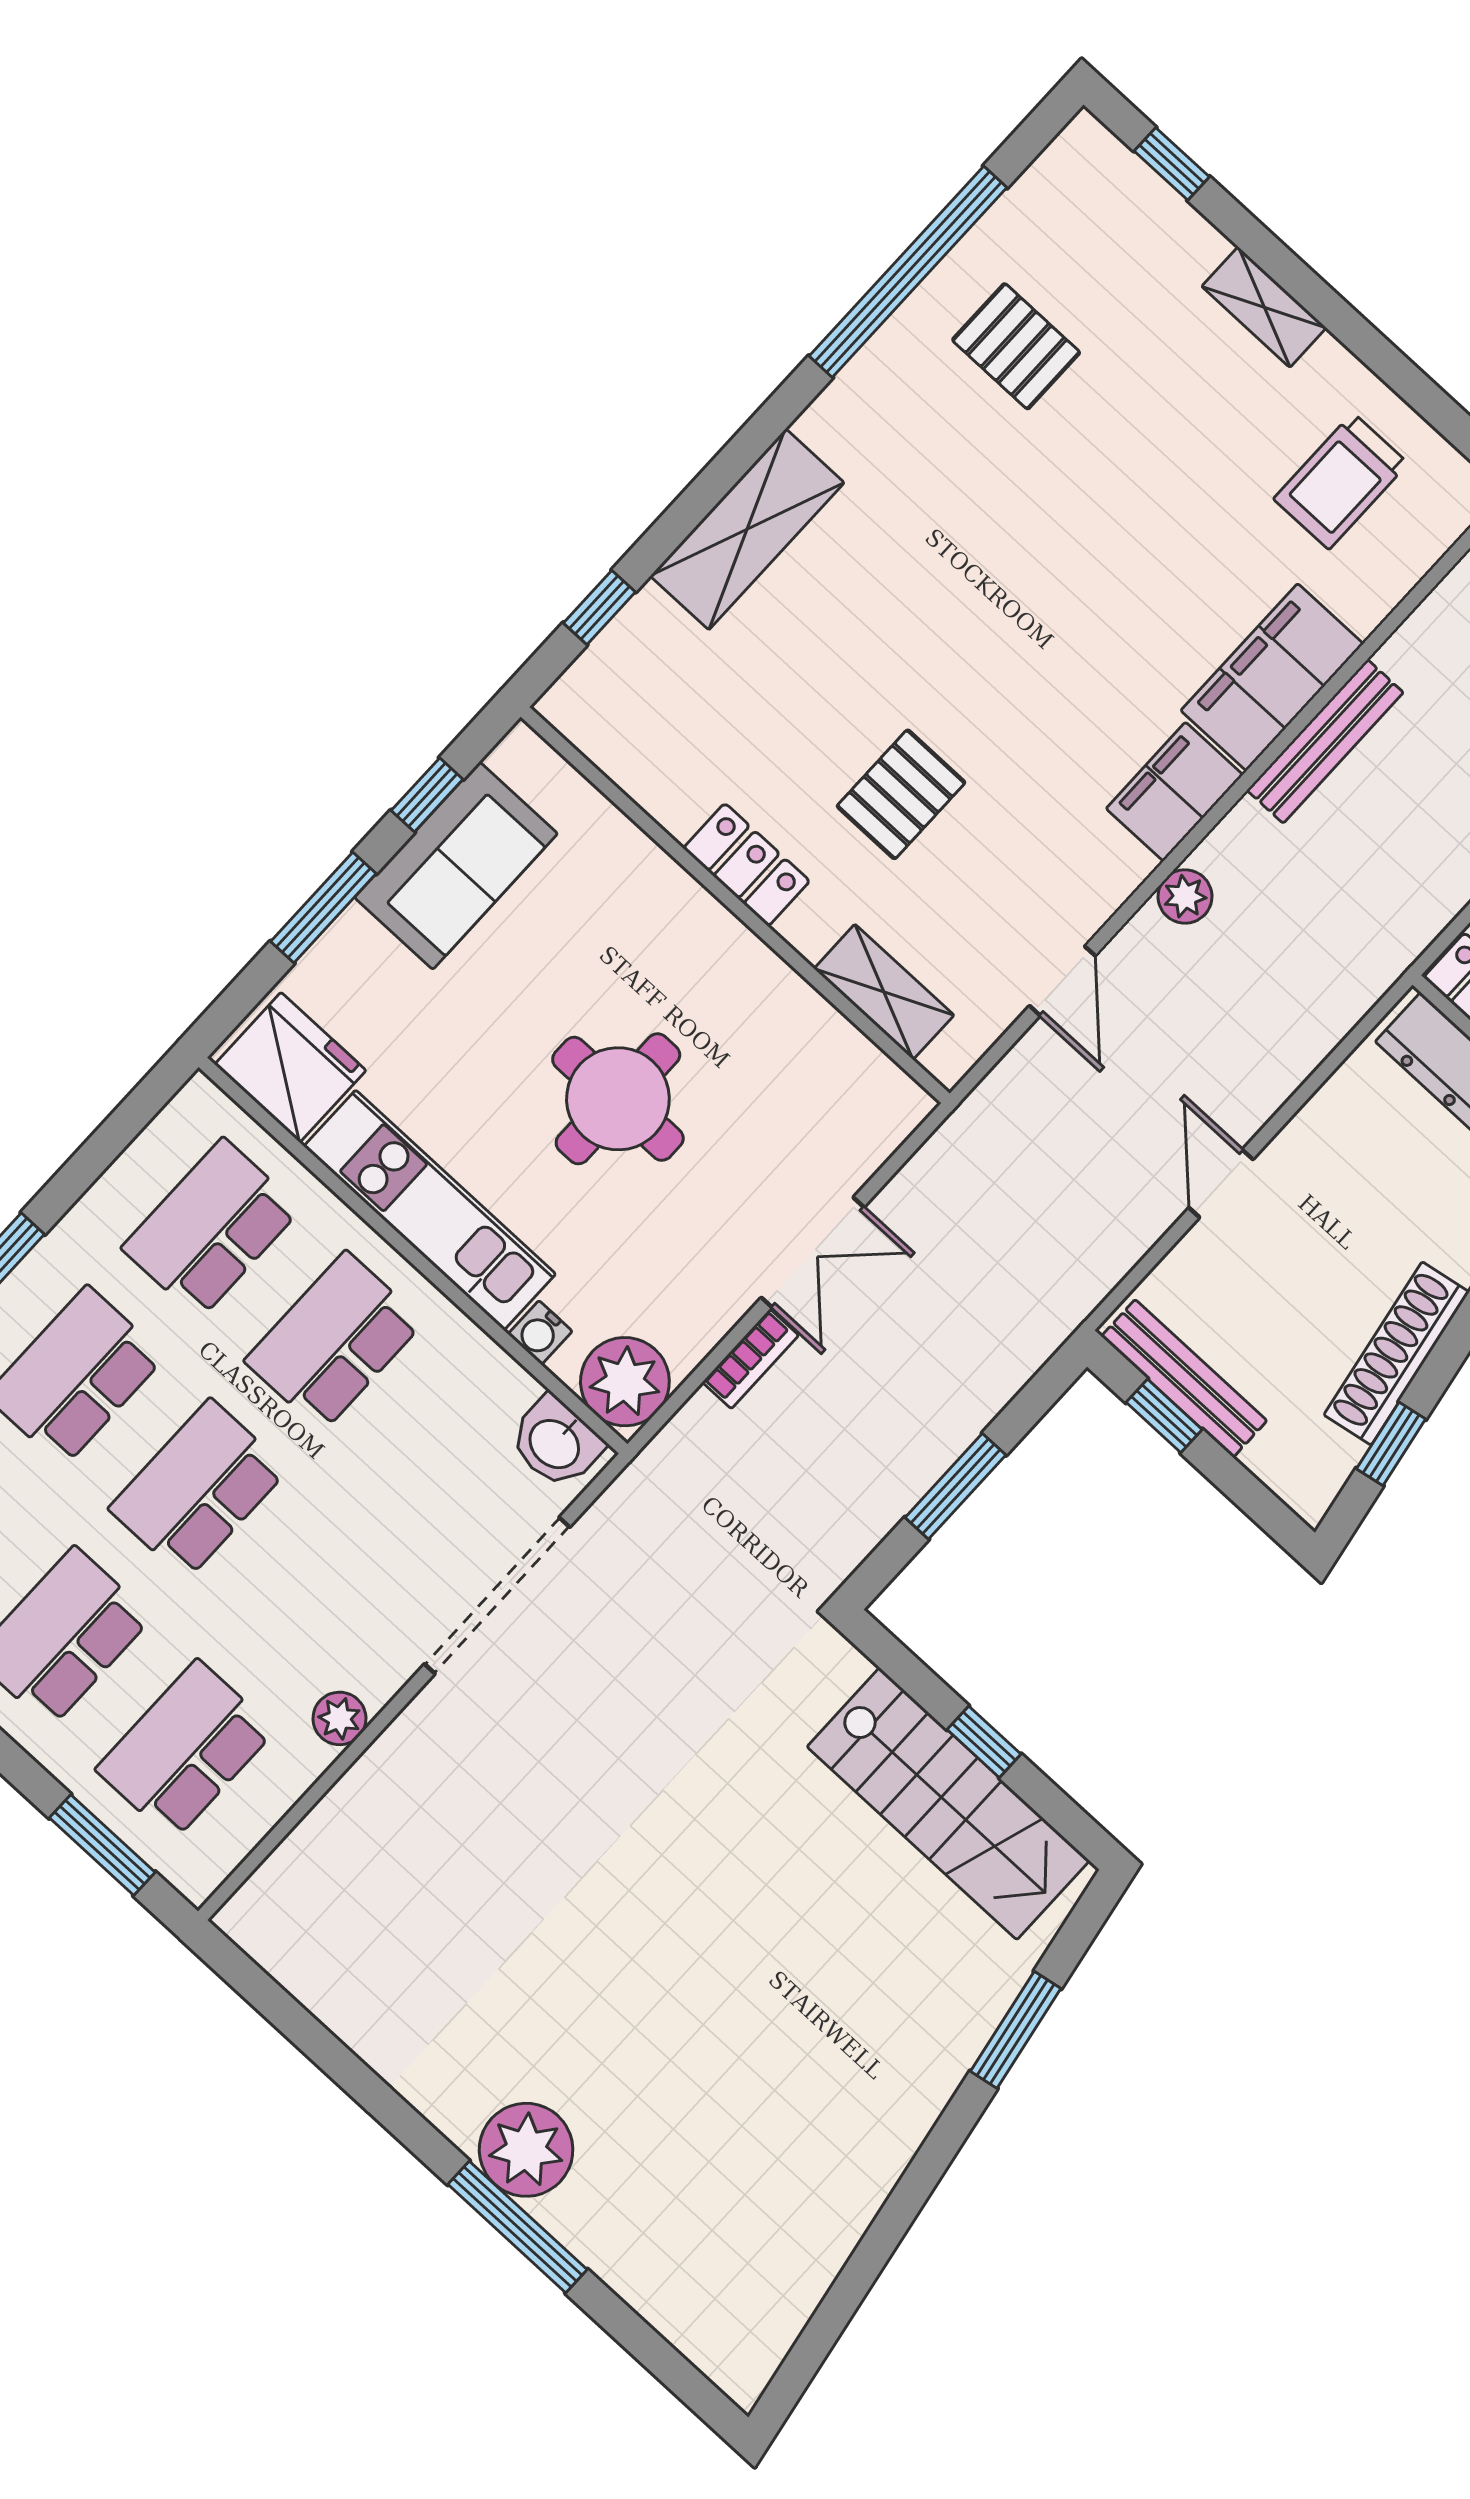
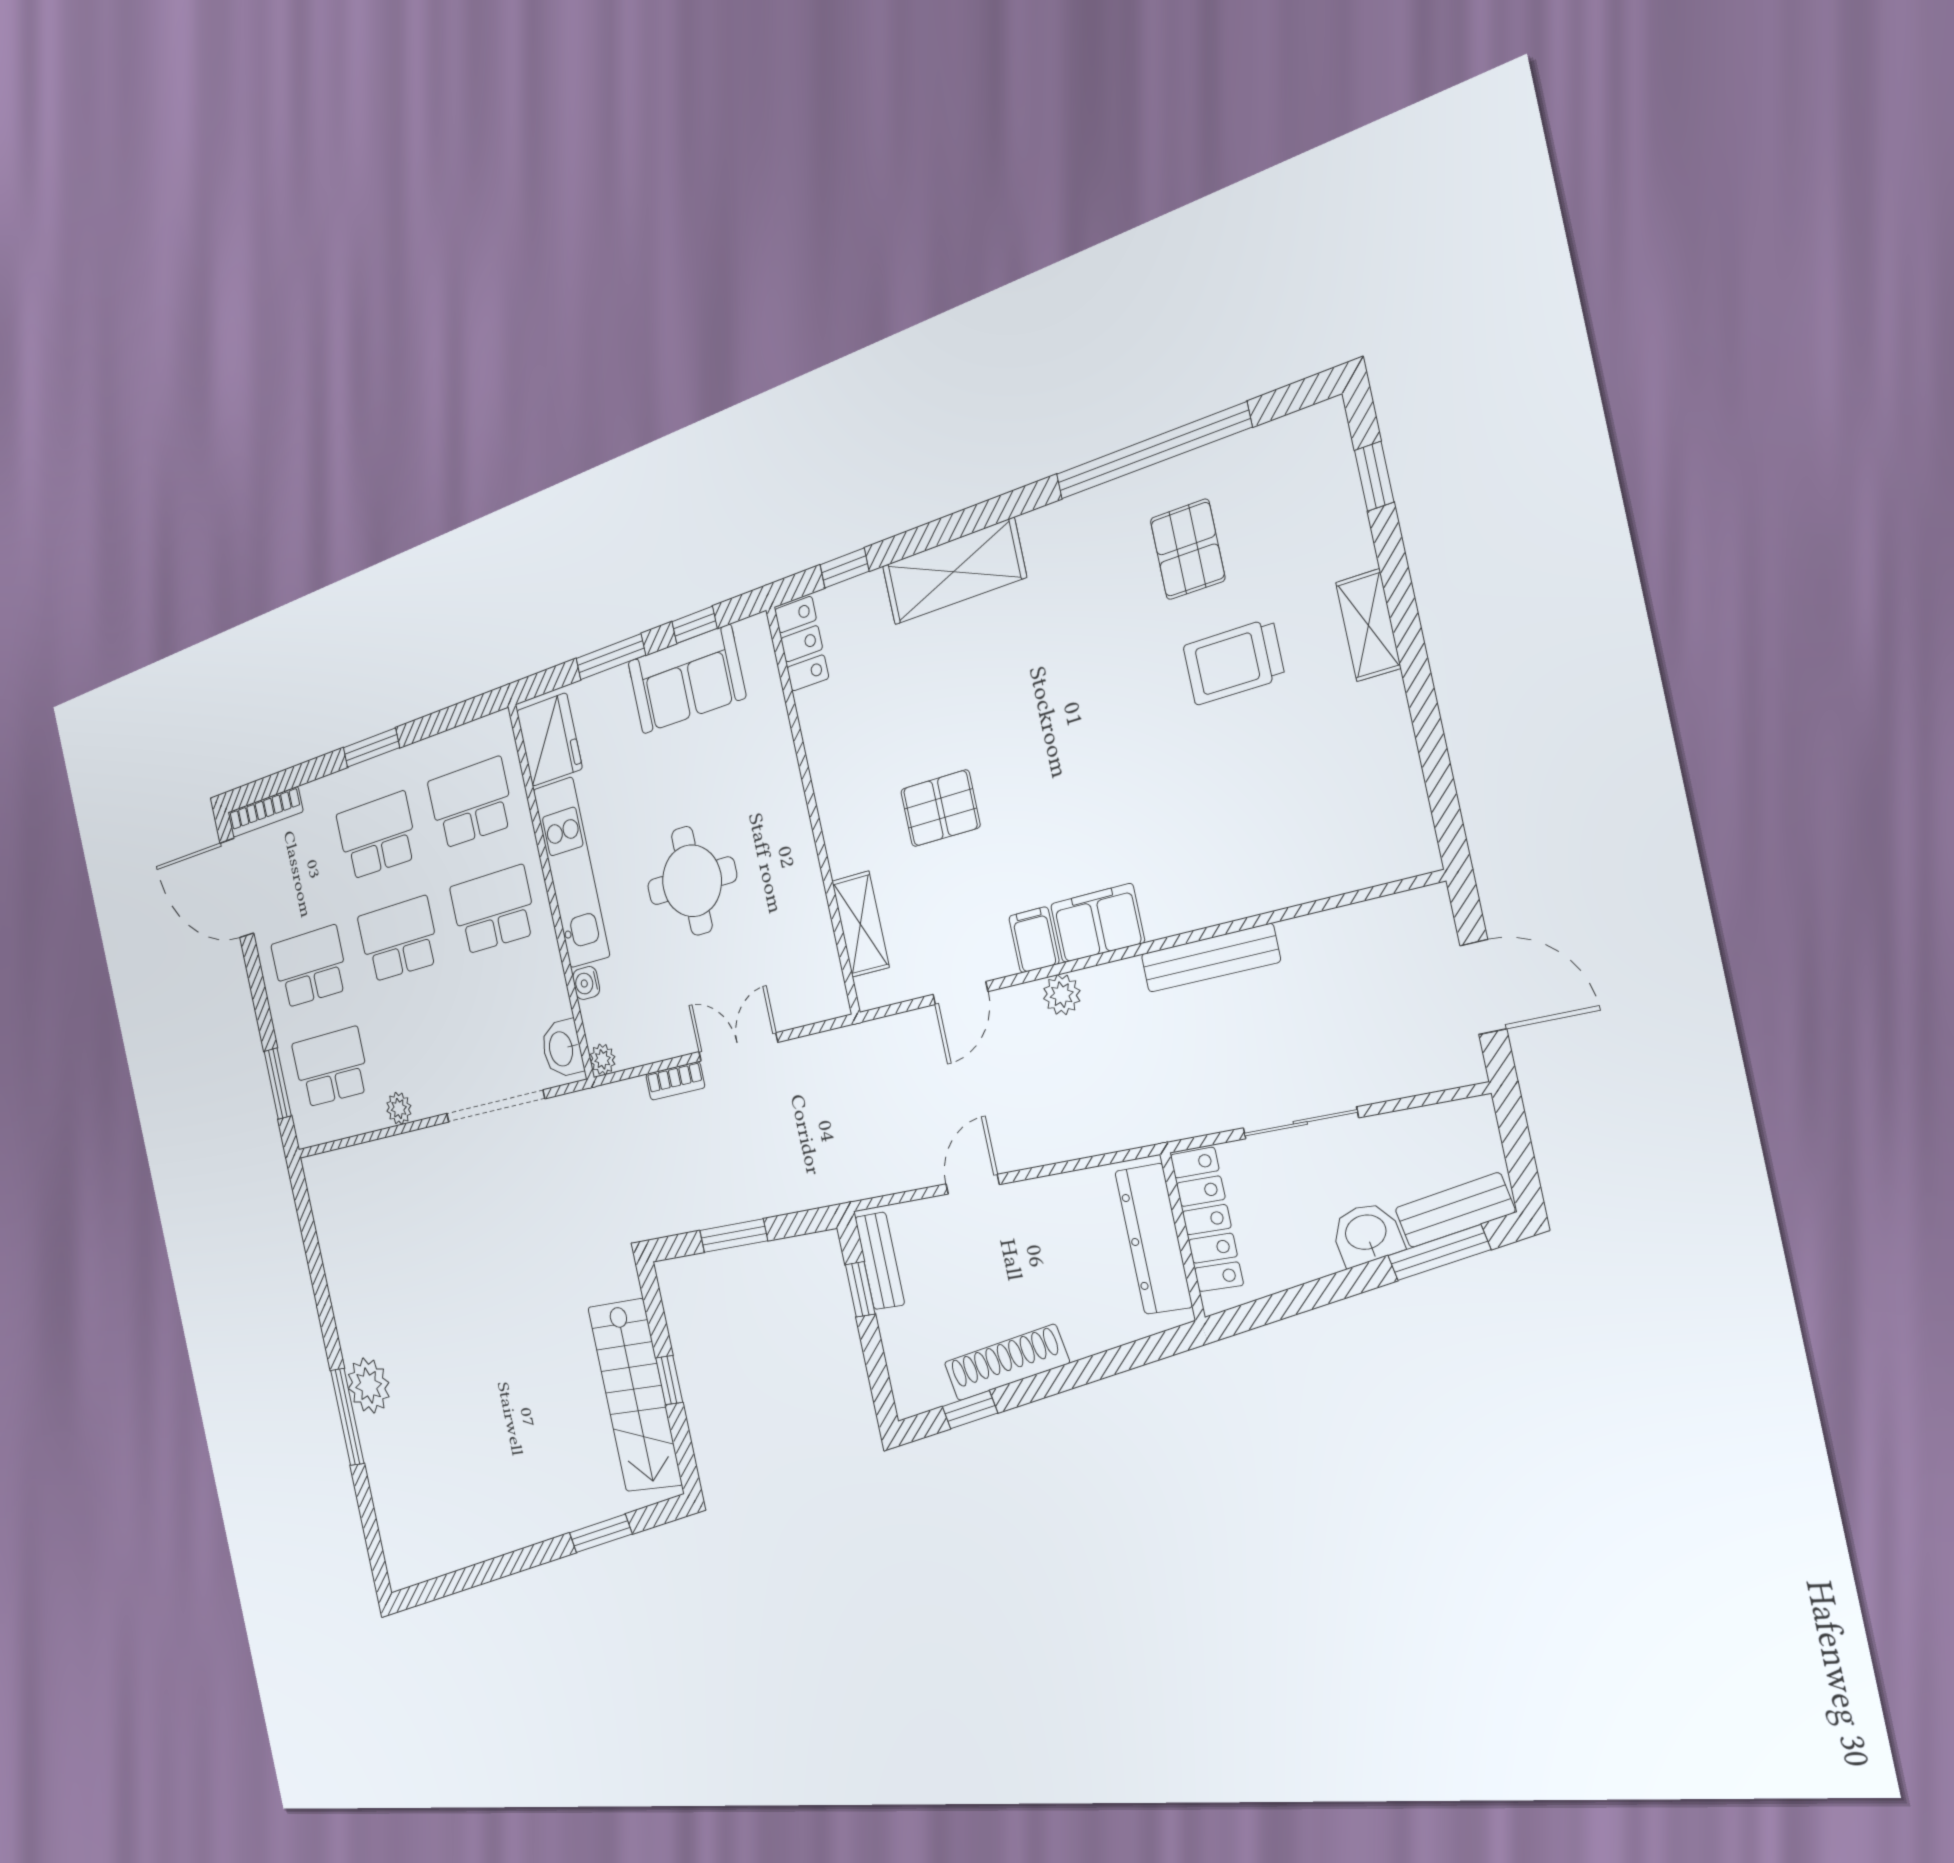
trolley: (1341, 481) -> (1234, 662), moved
filing cabinet: (1272, 677) -> (1034, 940), moved, width x0.33, depth x0.86
locker: (746, 865) -> (802, 644), moved
double door: (813, 1252) -> (738, 1047), swing flipped
bench: (1184, 1378) -> (880, 1261), width x0.73
plant: (625, 1382) -> (603, 1059), width x0.53, depth x0.53

